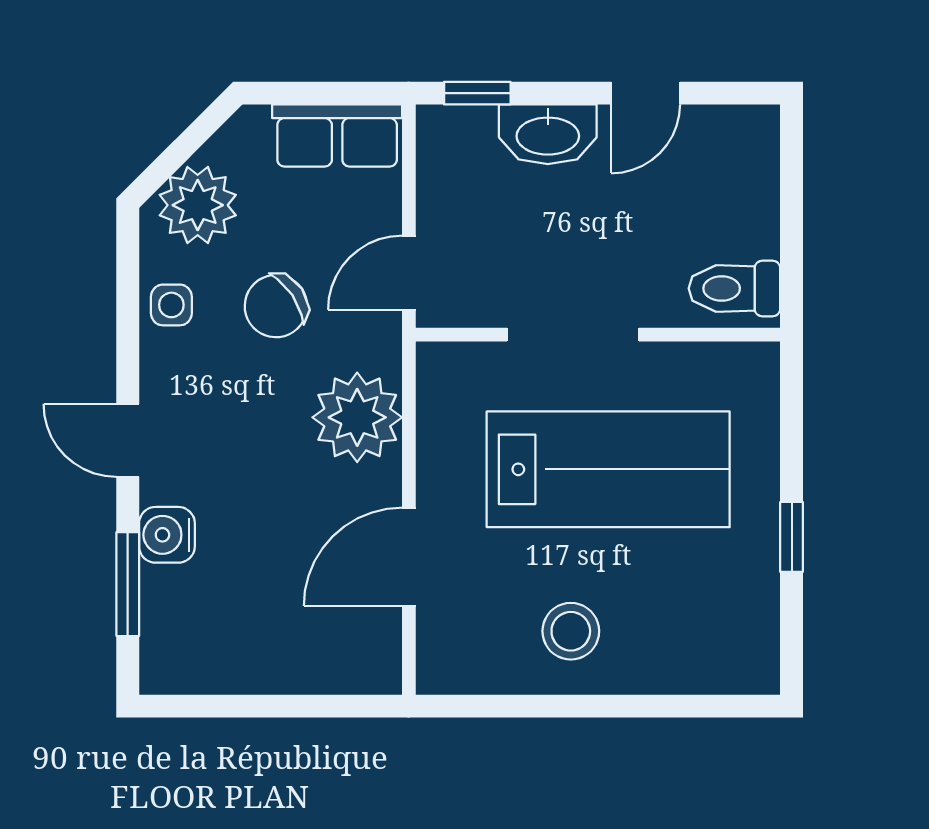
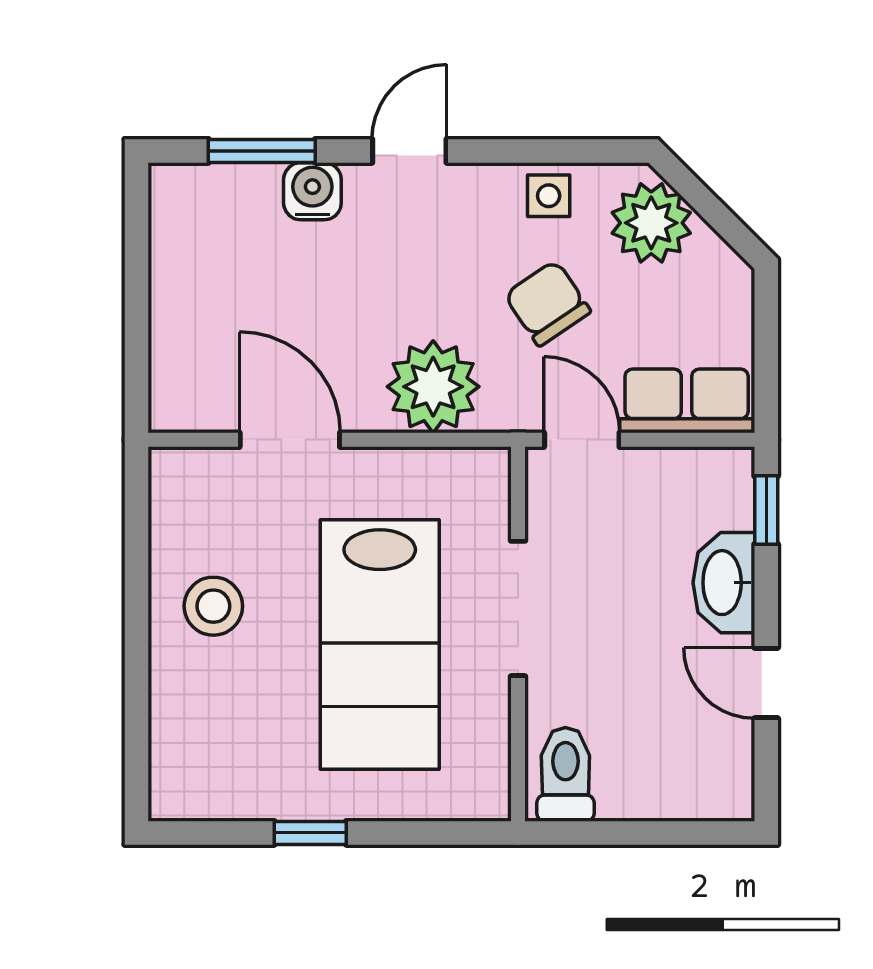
row of seats: (337, 135) -> (687, 401), moved, turned 90

